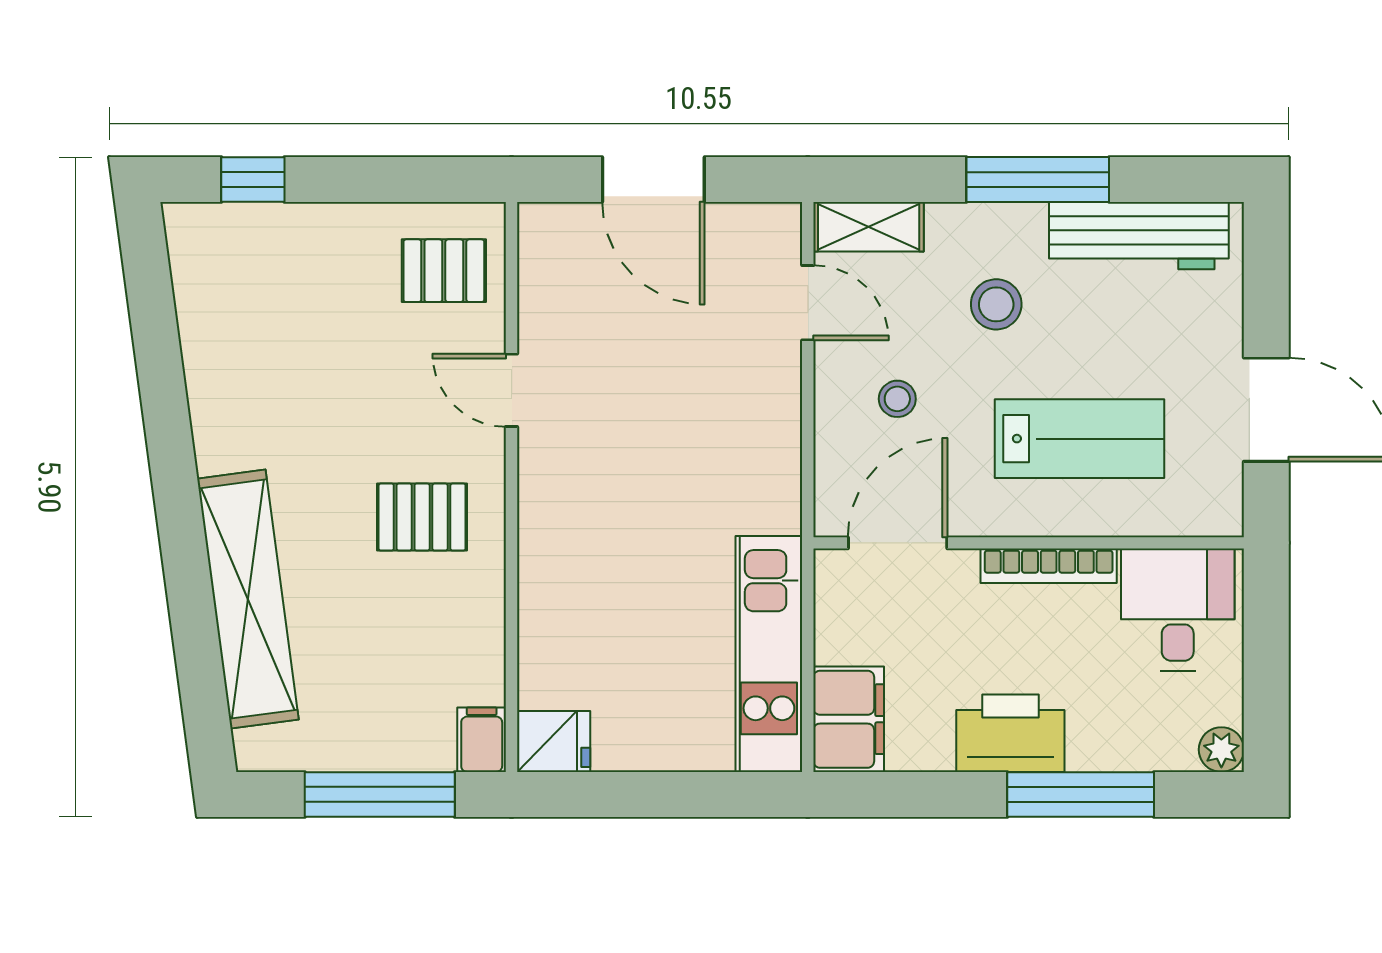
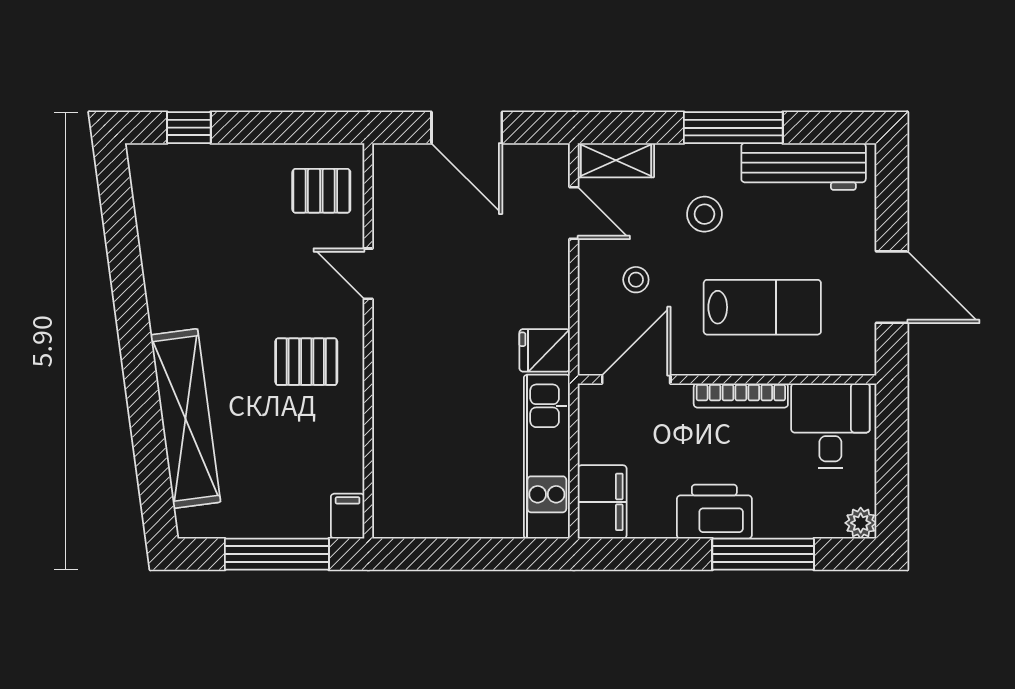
fridge: (554, 741) -> (545, 350), moved, turned 180

